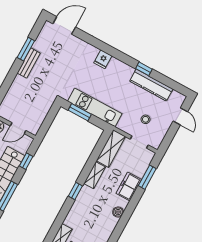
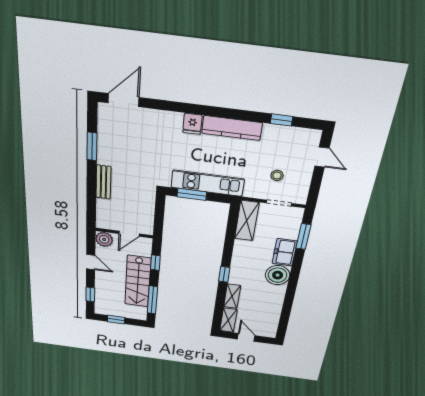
bench: (29, 63) -> (103, 182), moved
window: (144, 69) -> (281, 120), moved
kitchen counter: (151, 85) -> (232, 128), moved
shelving: (95, 175) -> (232, 296), moved
boiler: (118, 212) -> (278, 275), width x1.86, depth x1.86

